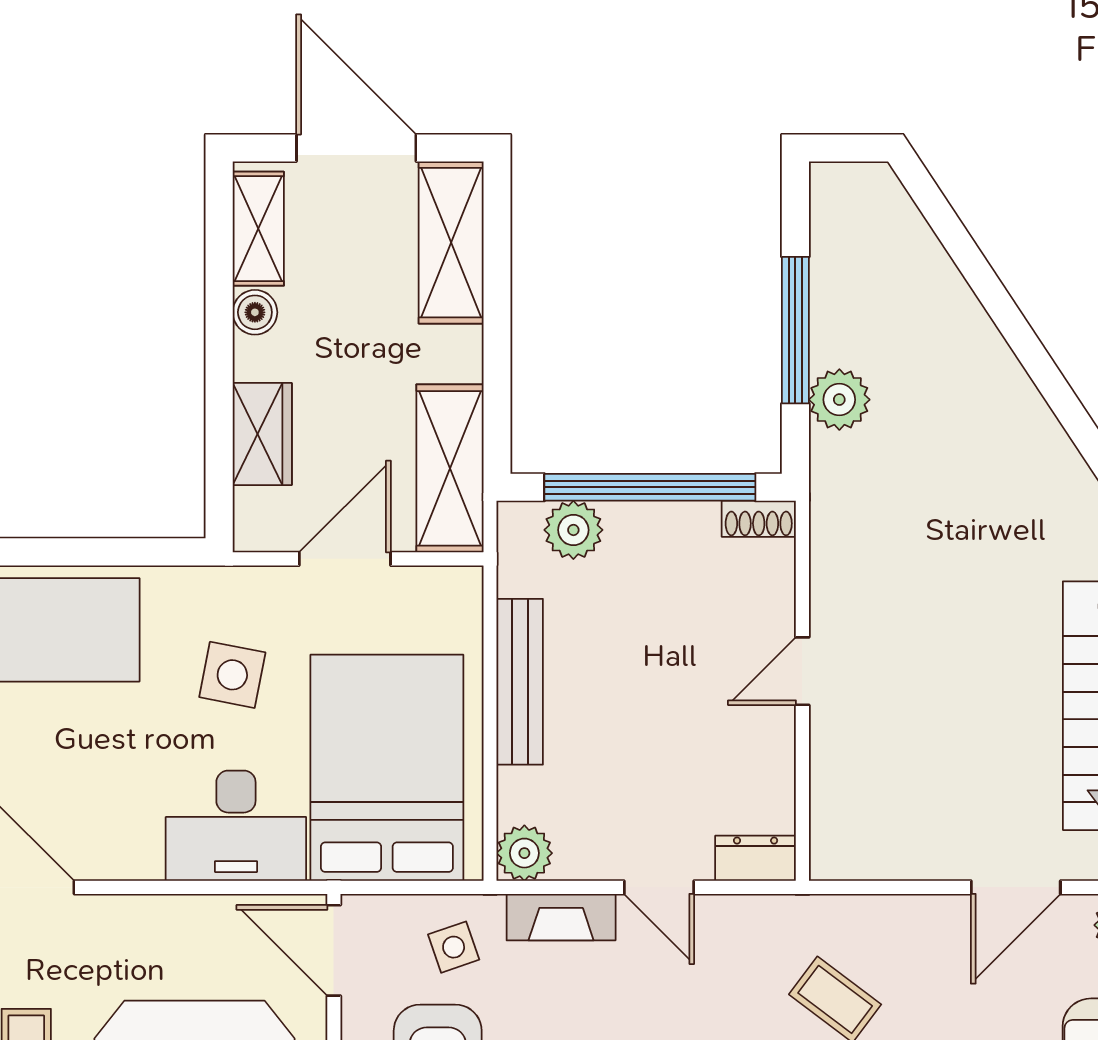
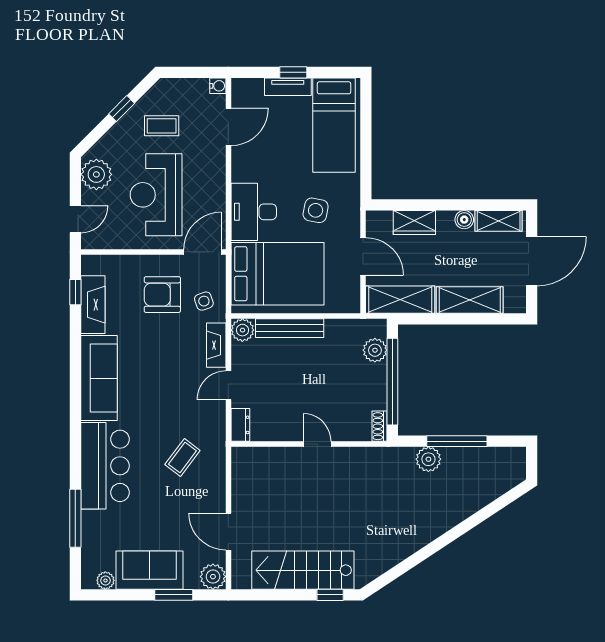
shelving: (451, 243) -> (470, 300), moved
bench: (520, 682) -> (290, 328), moved

